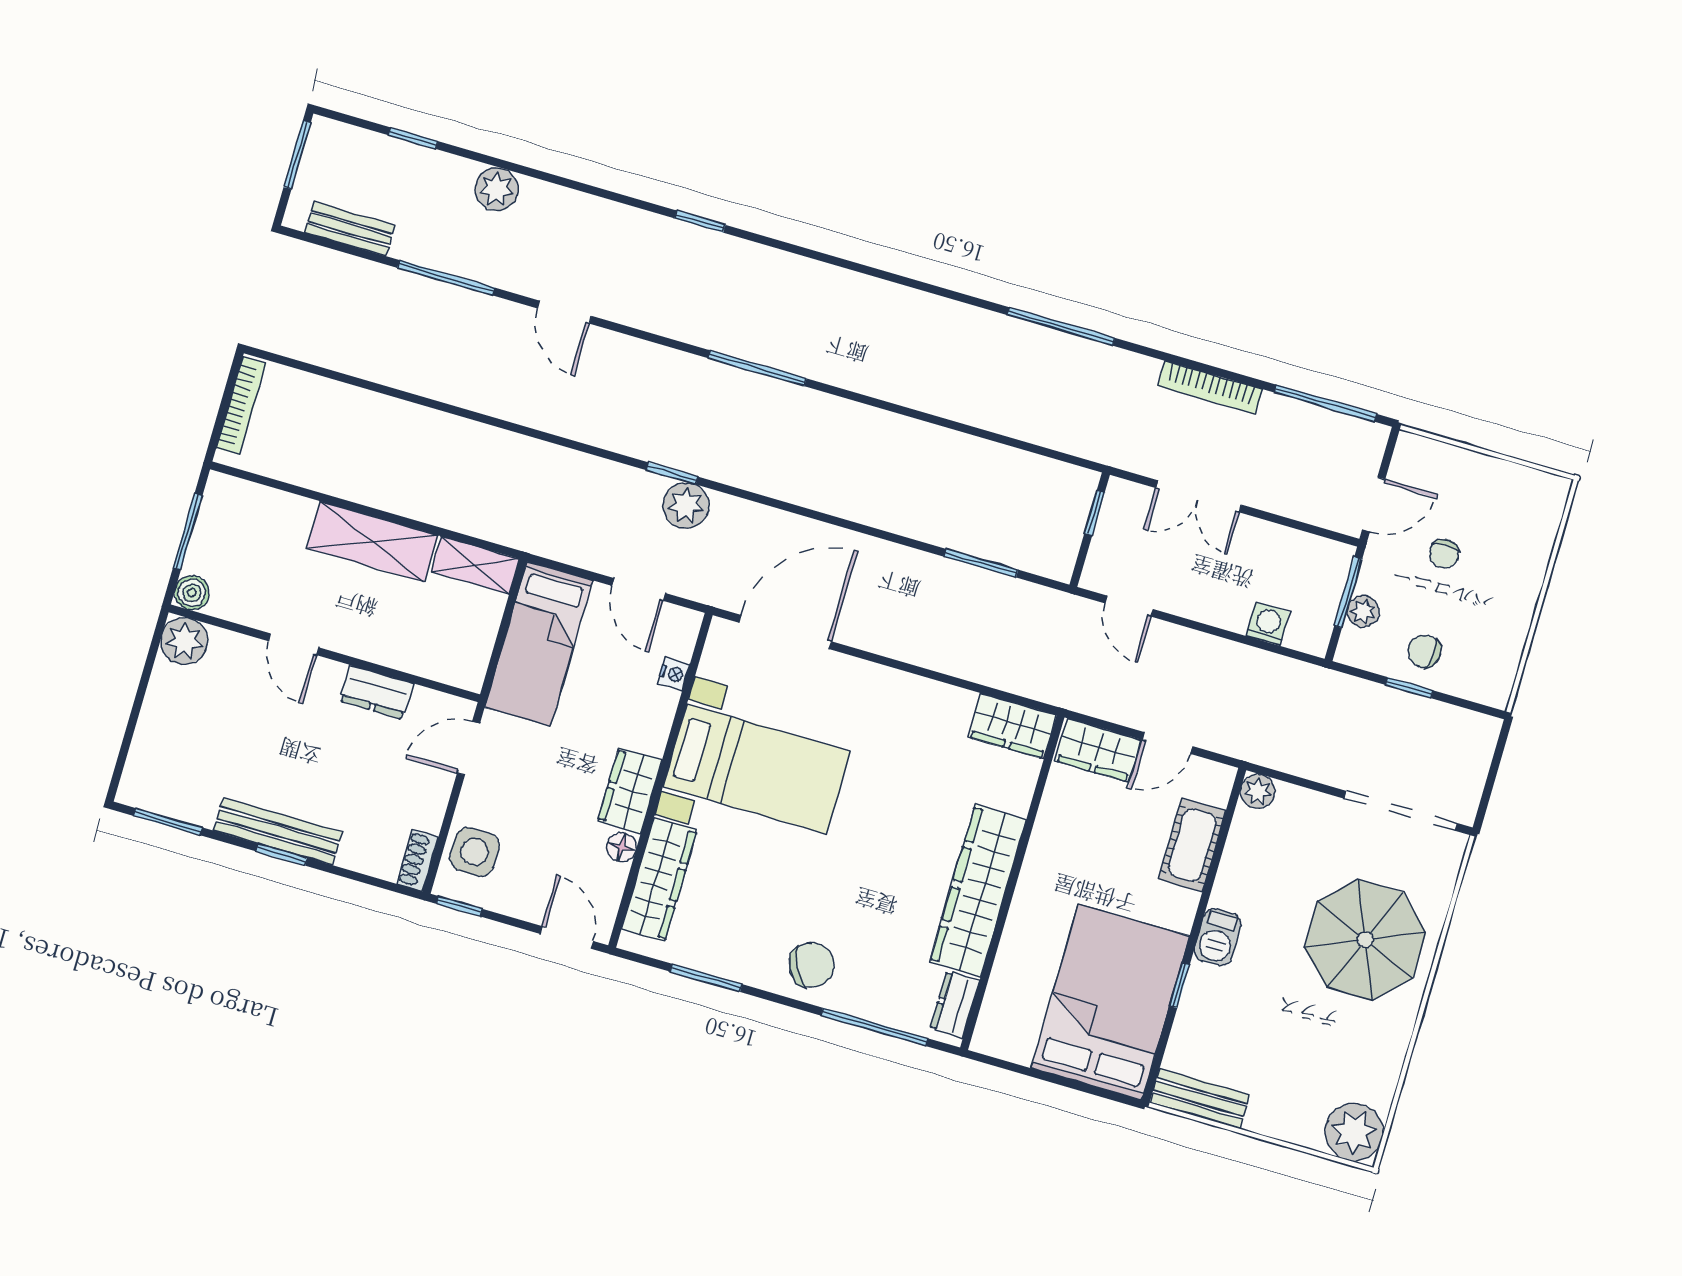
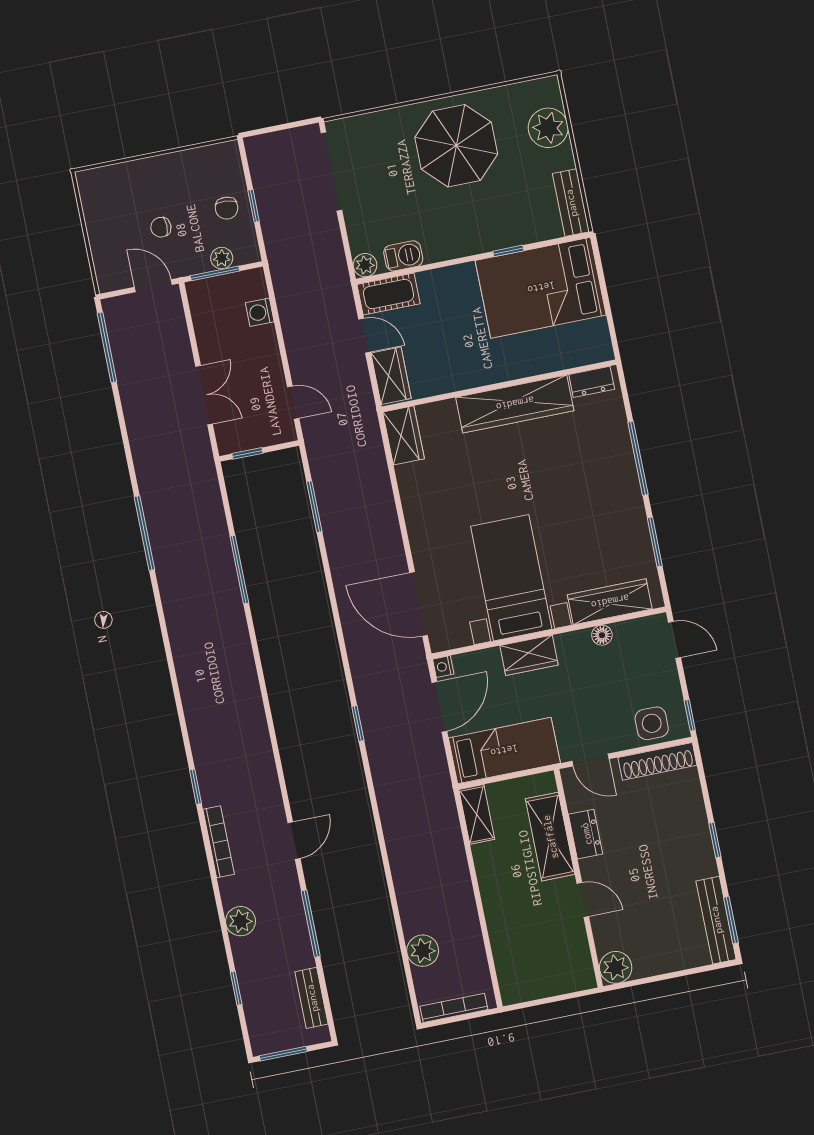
window: (757, 368) -> (239, 570), moved
bookcase: (1210, 388) -> (219, 842), moved
plant: (686, 506) -> (423, 951), moved
window: (188, 531) -> (548, 1000), removed
shelving: (372, 542) -> (550, 837), moved
chair: (1444, 554) -> (161, 227), turned 180
door: (639, 589) -> (439, 707), width x1.38
boiler: (192, 593) -> (584, 978), removed
door: (1129, 606) -> (293, 403), hinge flipped
door: (294, 644) -> (583, 900), hinge flipped
nightstand: (674, 674) -> (443, 667), moved, turned -90
wardrobe: (630, 791) -> (529, 655), moved
bench: (278, 831) -> (716, 920), moved
cot: (1192, 845) -> (388, 294), moved
shoe rack: (417, 860) -> (657, 761), width x1.94, depth x1.24
barbecue: (1218, 937) -> (403, 256), moved
door: (567, 938) -> (674, 640), swing flipped
parasol: (1365, 940) -> (456, 146), moved
chair: (812, 965) -> (613, 482), removed
window: (874, 1027) -> (638, 458), moved
plant: (1354, 1132) -> (548, 128), moved

